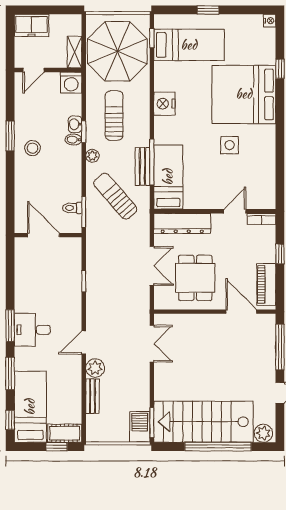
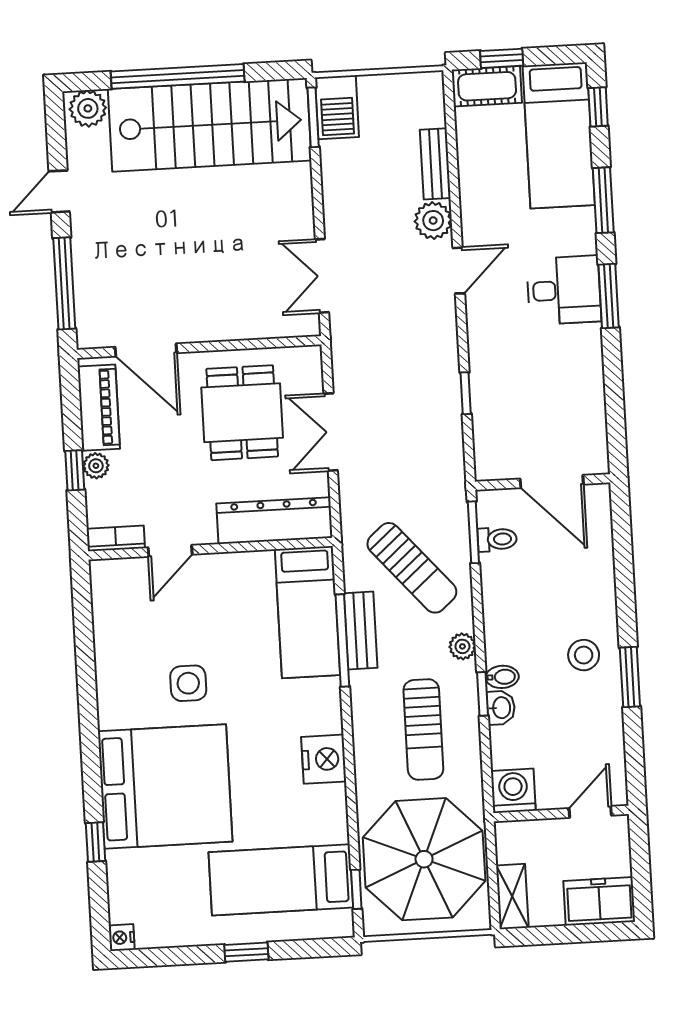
shelving: (75, 52) -> (512, 897), moved
plant: (269, 256) -> (96, 466), added

